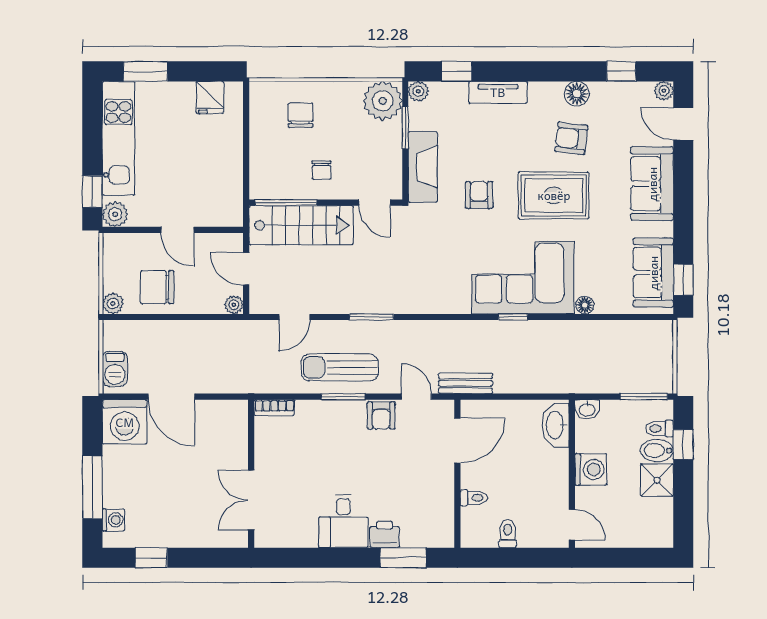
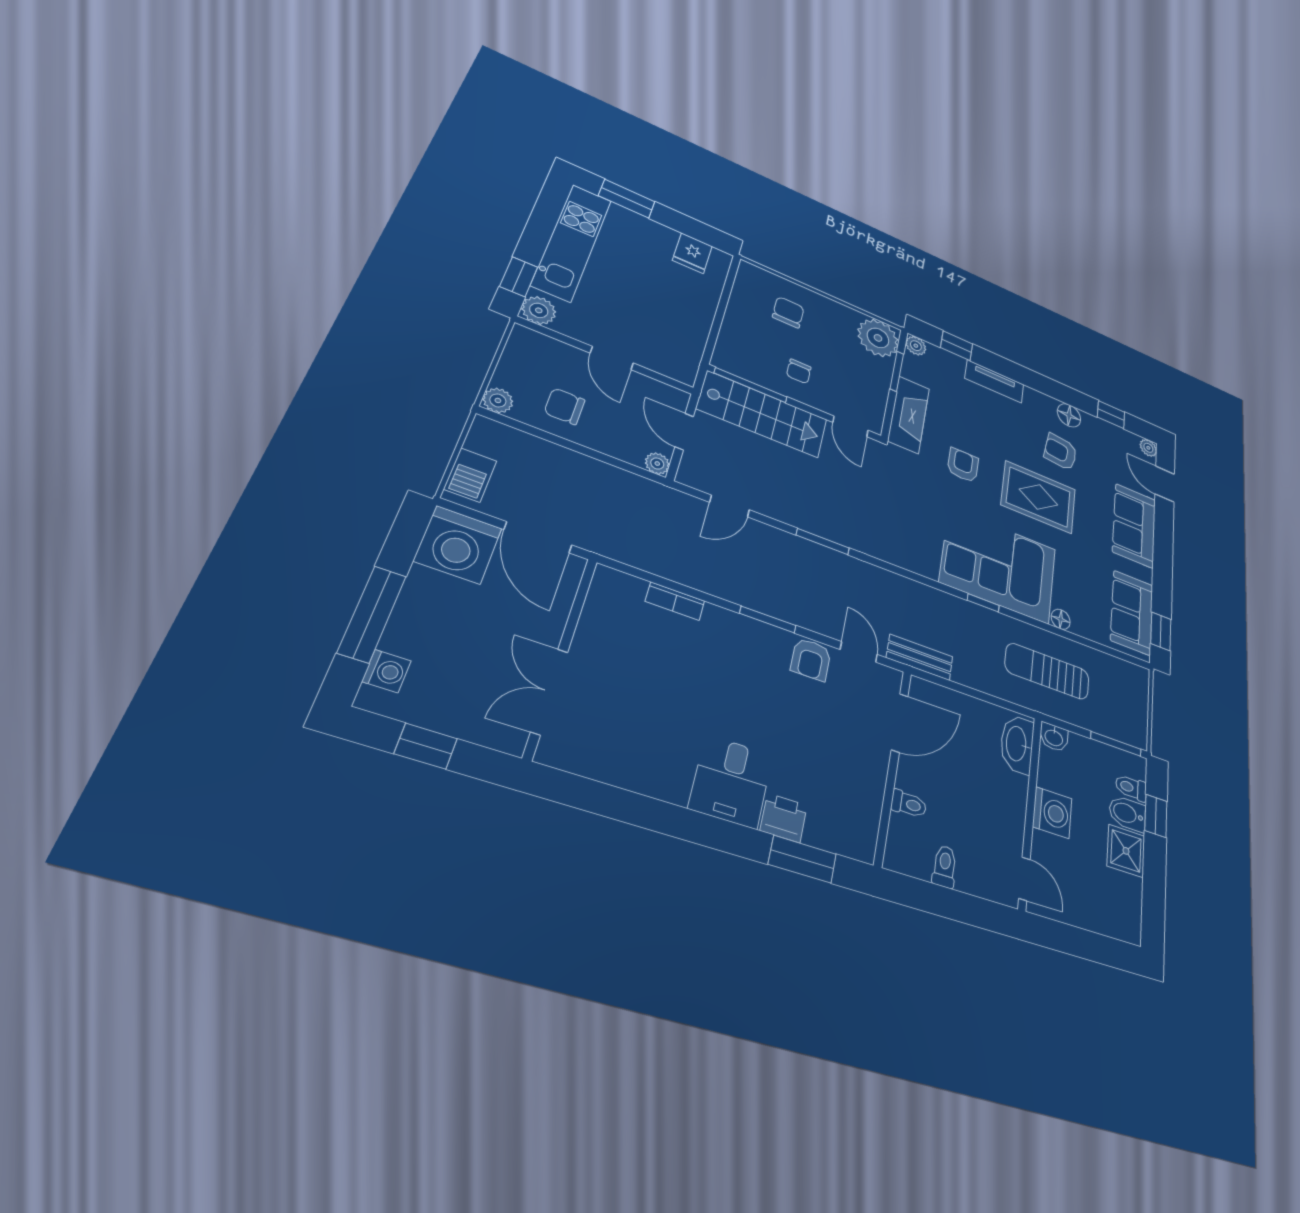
chair: (157, 287) -> (565, 406), width x0.73, depth x0.73
sun lounger: (340, 367) -> (1047, 671), moved
wall: (251, 474) -> (561, 655), moved
double door: (251, 500) -> (549, 692), moved

